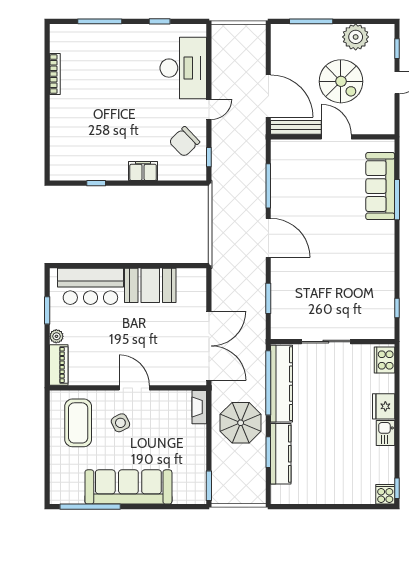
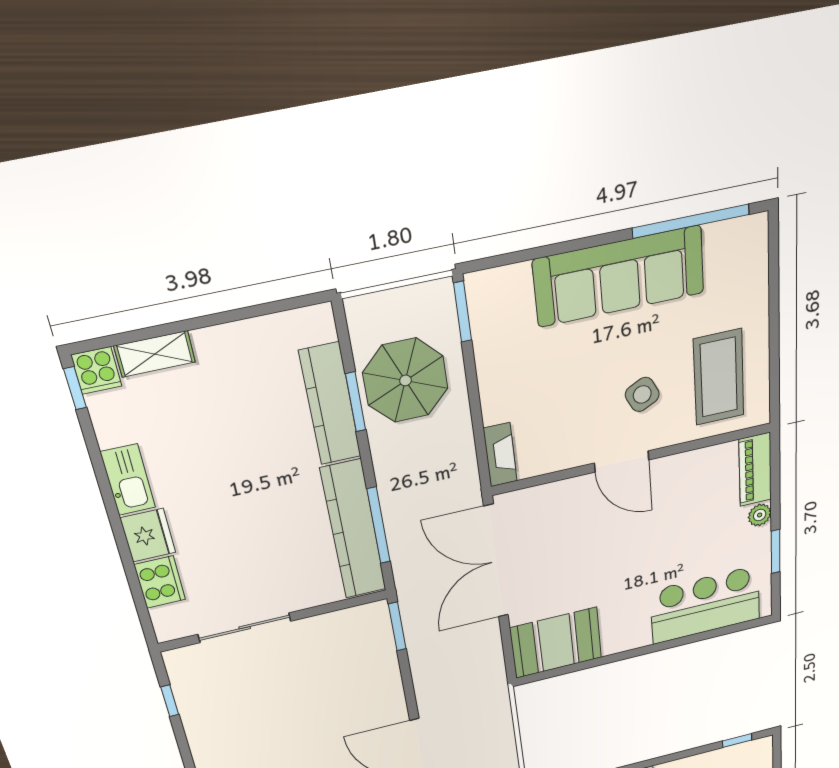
window: (96, 183) -> (737, 741), moved
booth: (150, 285) -> (556, 643), moved
window: (268, 298) -> (397, 626), moved
sliding door: (326, 342) -> (245, 628), moved
cooker: (384, 360) -> (160, 582), moved
window: (268, 383) -> (379, 526), width x0.68
parasol: (241, 423) -> (405, 380), moved
kitchen sink: (385, 433) -> (128, 480), width x1.38
shelving: (357, 496) -> (155, 354), added

